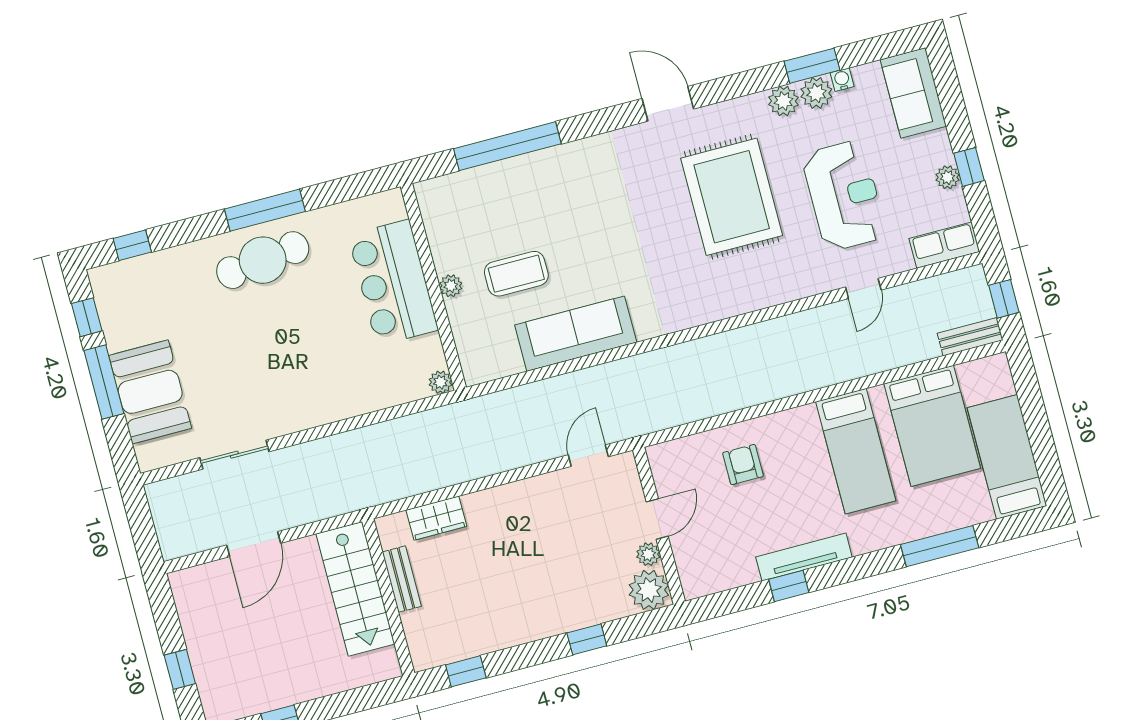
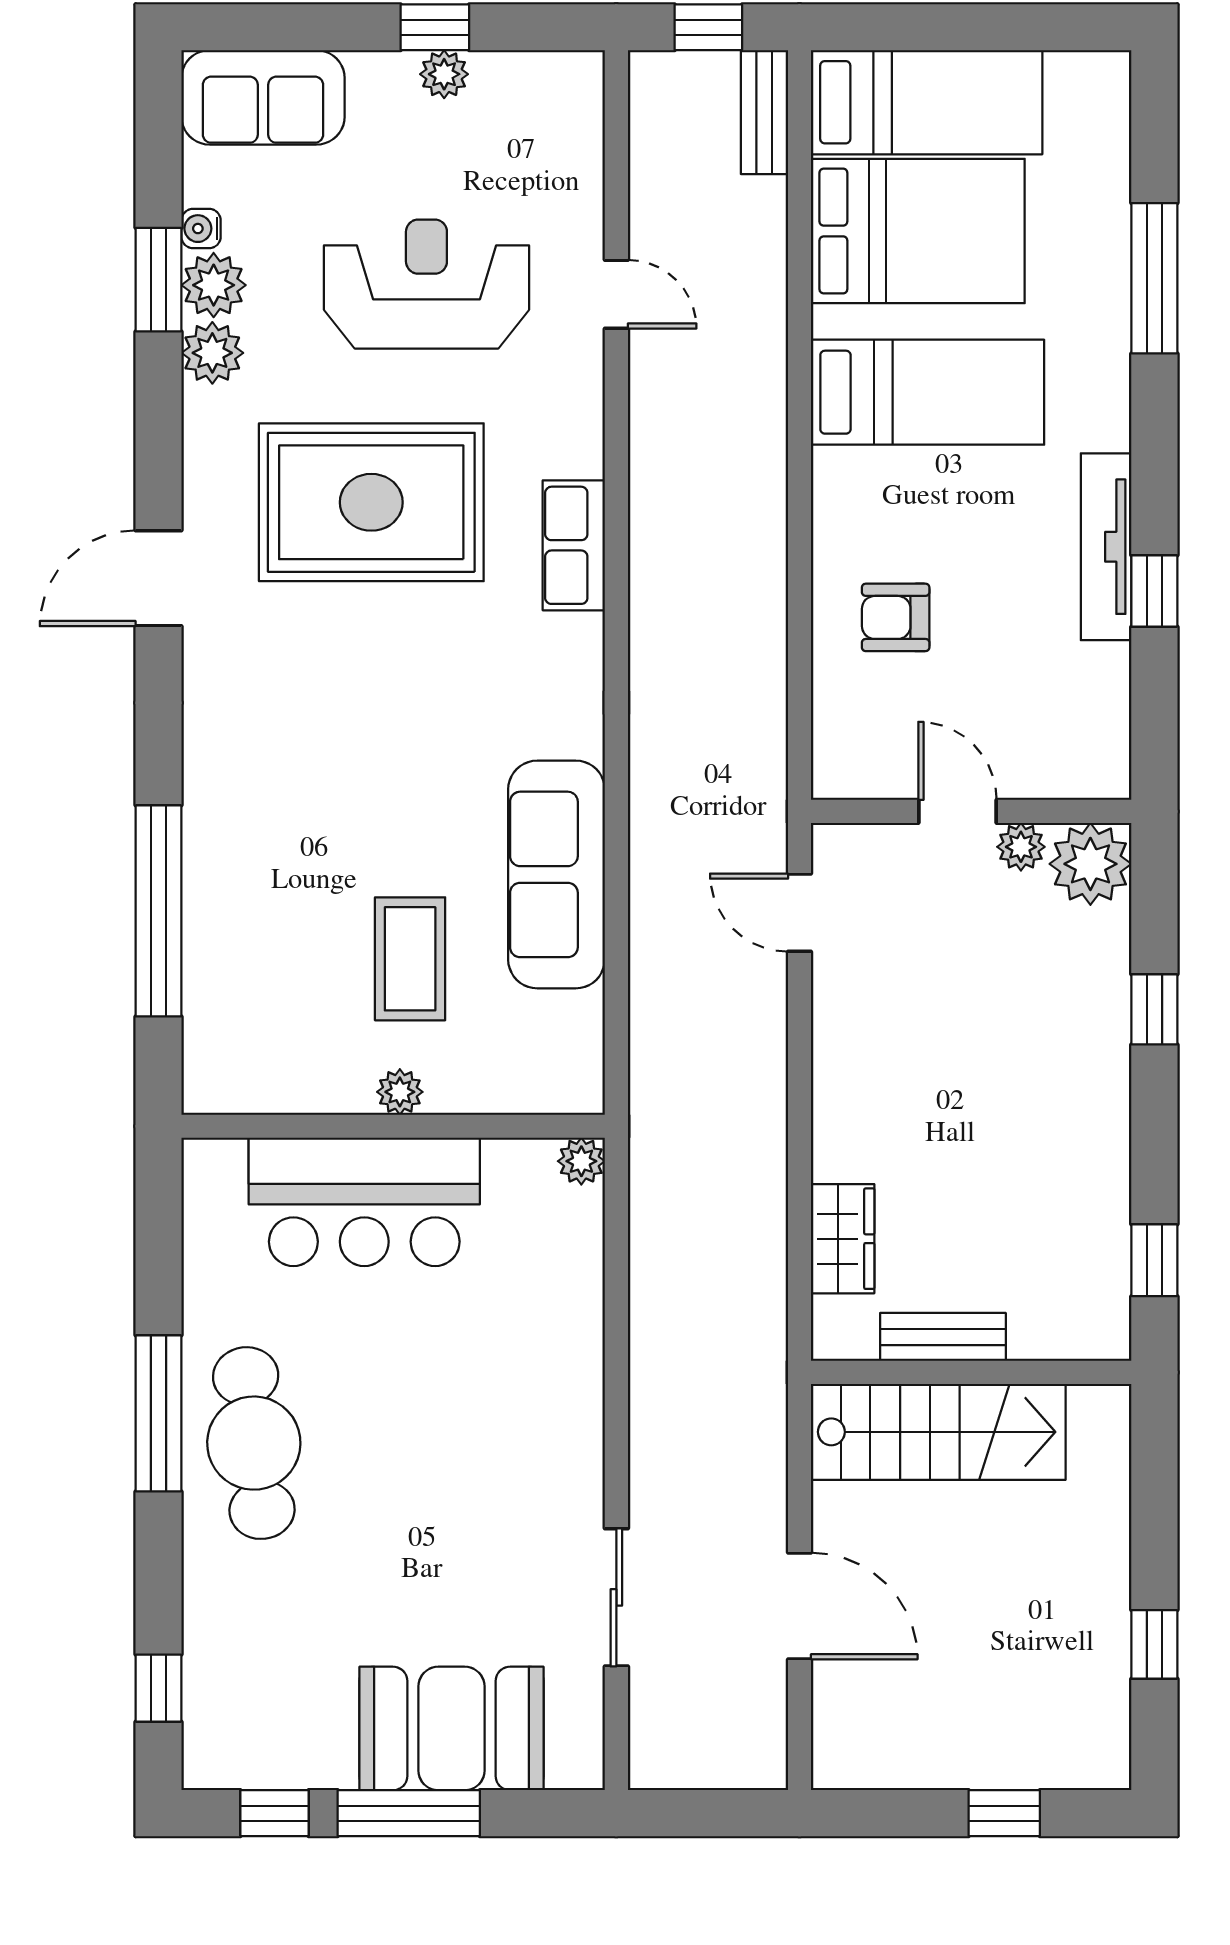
row of seats: (944, 245) -> (574, 545), moved
bed: (1007, 457) -> (927, 102), moved, turned 180

